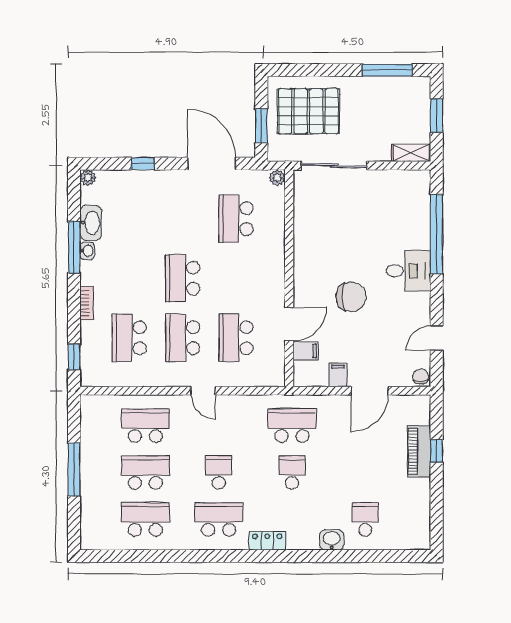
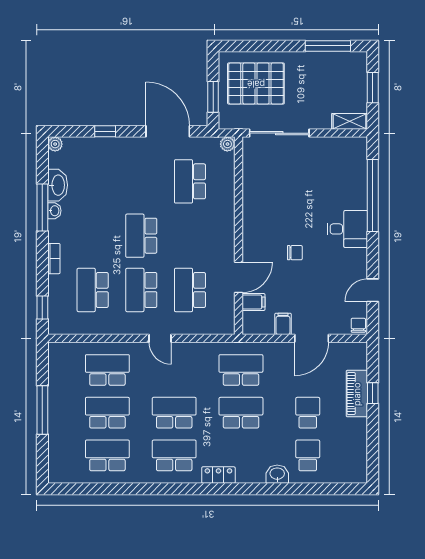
chair: (351, 297) -> (295, 253), width x0.54, depth x0.54
school desk: (219, 472) -> (174, 413), width x1.85
school desk: (292, 472) -> (241, 413), width x1.85
school desk: (365, 472) -> (308, 413), added

